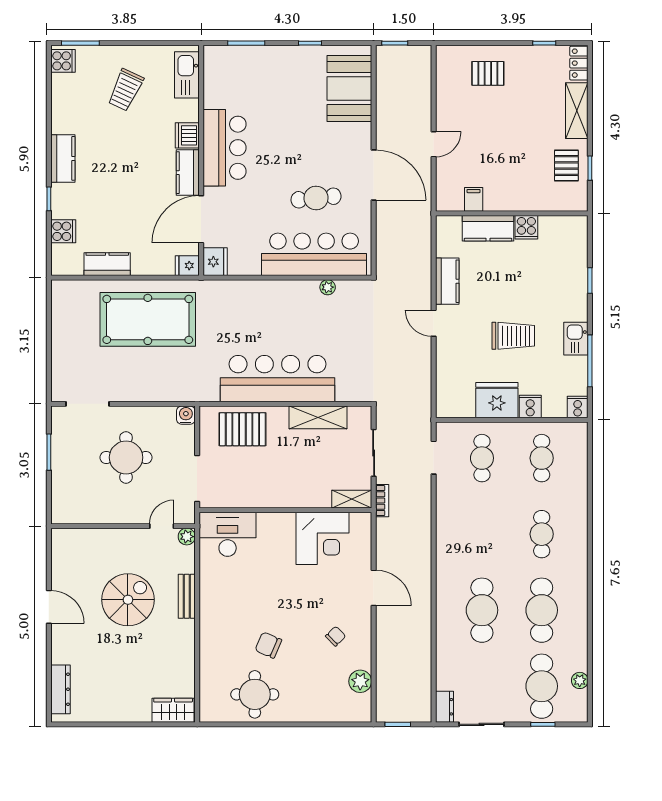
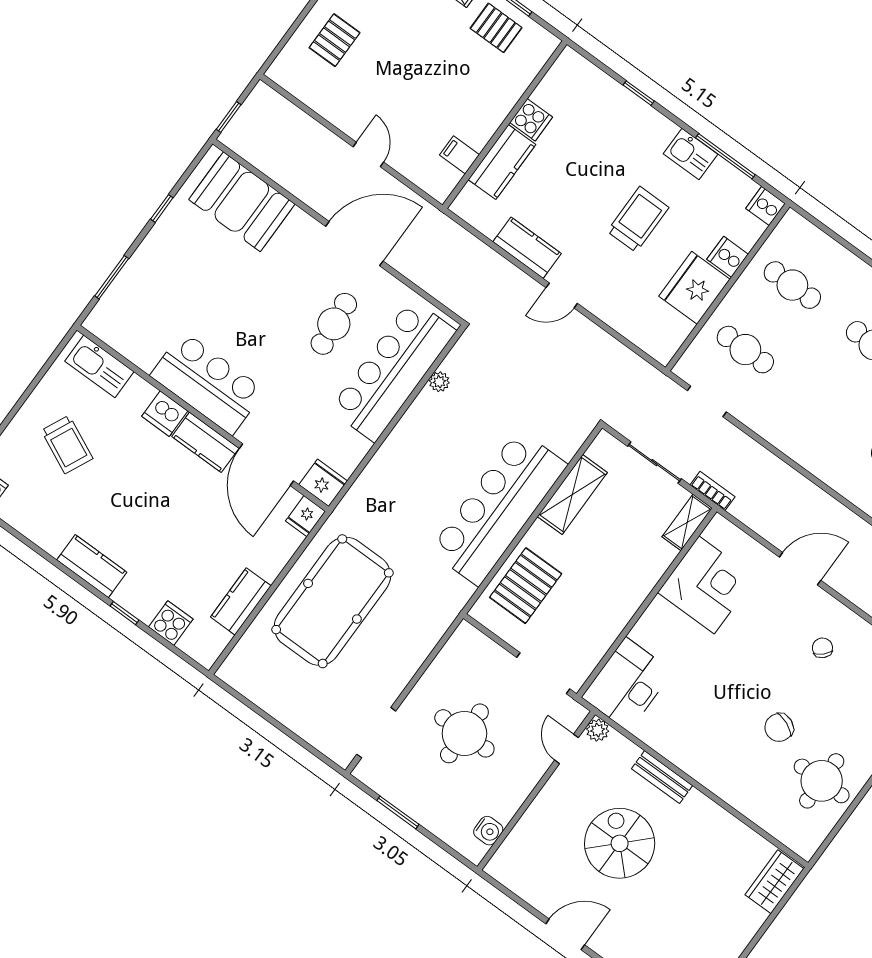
water cooler: (186, 415) -> (488, 831), moved, turned 180

